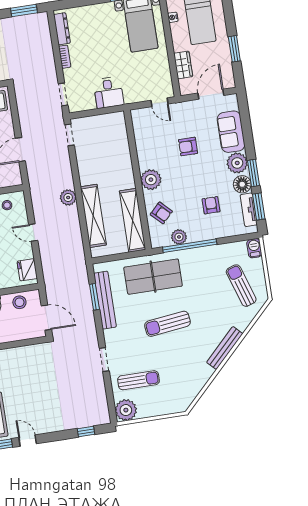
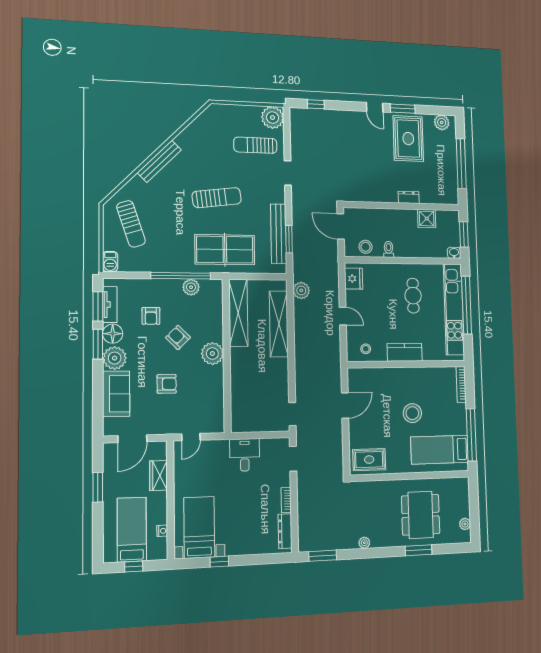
door: (159, 102) -> (191, 437), swing flipped
plant: (68, 197) -> (301, 290), moved
armchair: (161, 213) -> (178, 337), moved

